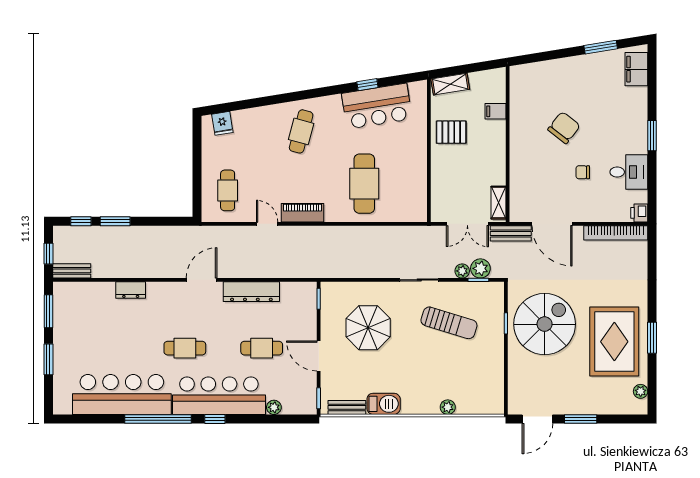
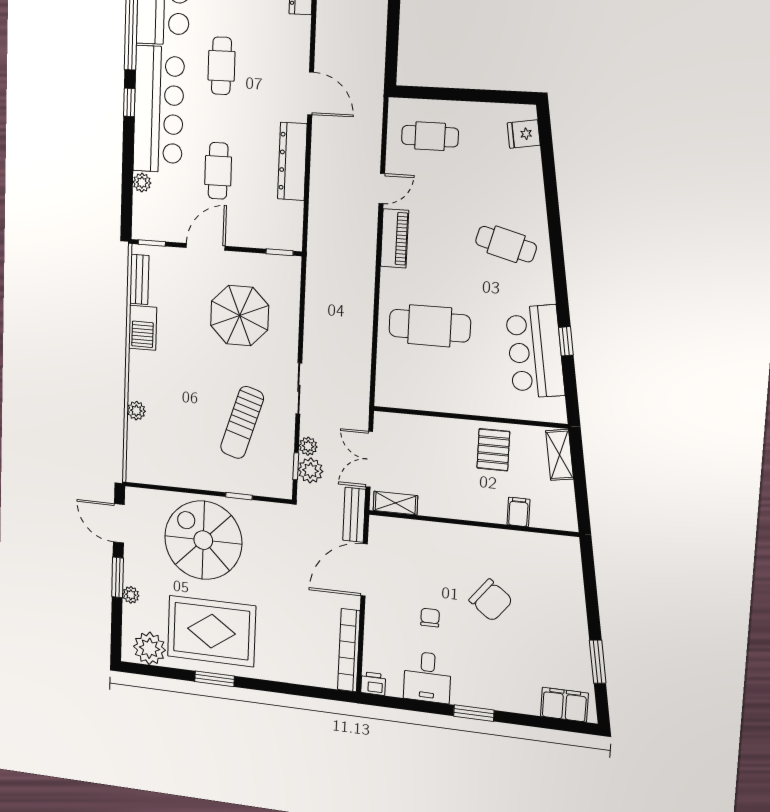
spiral stairs: (545, 324) -> (203, 540), moved, turned 180
plant: (641, 391) -> (149, 648), width x1.88, depth x1.88
plant: (593, 408) -> (131, 595), added

